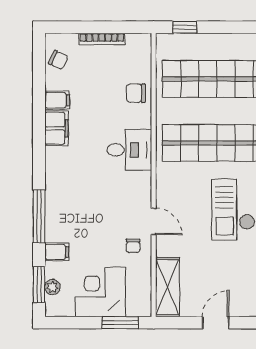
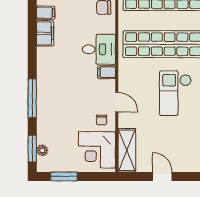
filing cabinet: (57, 252) -> (106, 72), moved, turned 180
corner desk: (100, 292) -> (97, 150), moved, turned -90
window: (120, 323) -> (64, 177), moved
door: (216, 323) -> (162, 177), hinge flipped

